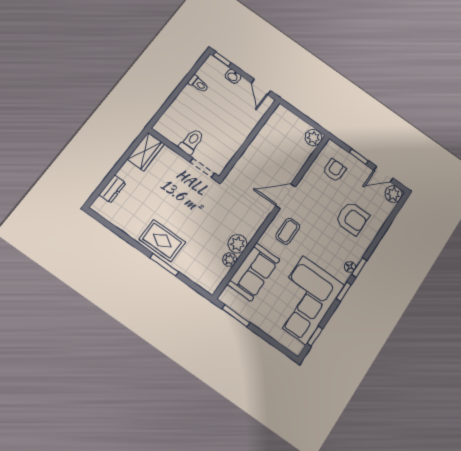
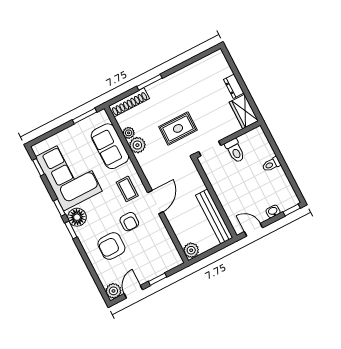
toilet: (199, 84) -> (271, 164), moved
bench: (268, 131) -> (214, 216), added
armchair: (335, 170) -> (129, 222), moved
dresser: (112, 189) -> (234, 86), moved
rug: (162, 241) -> (178, 128), moved
floor lamp: (350, 267) -> (77, 217), width x1.89, depth x1.89
shoe rack: (197, 276) -> (129, 102), added

